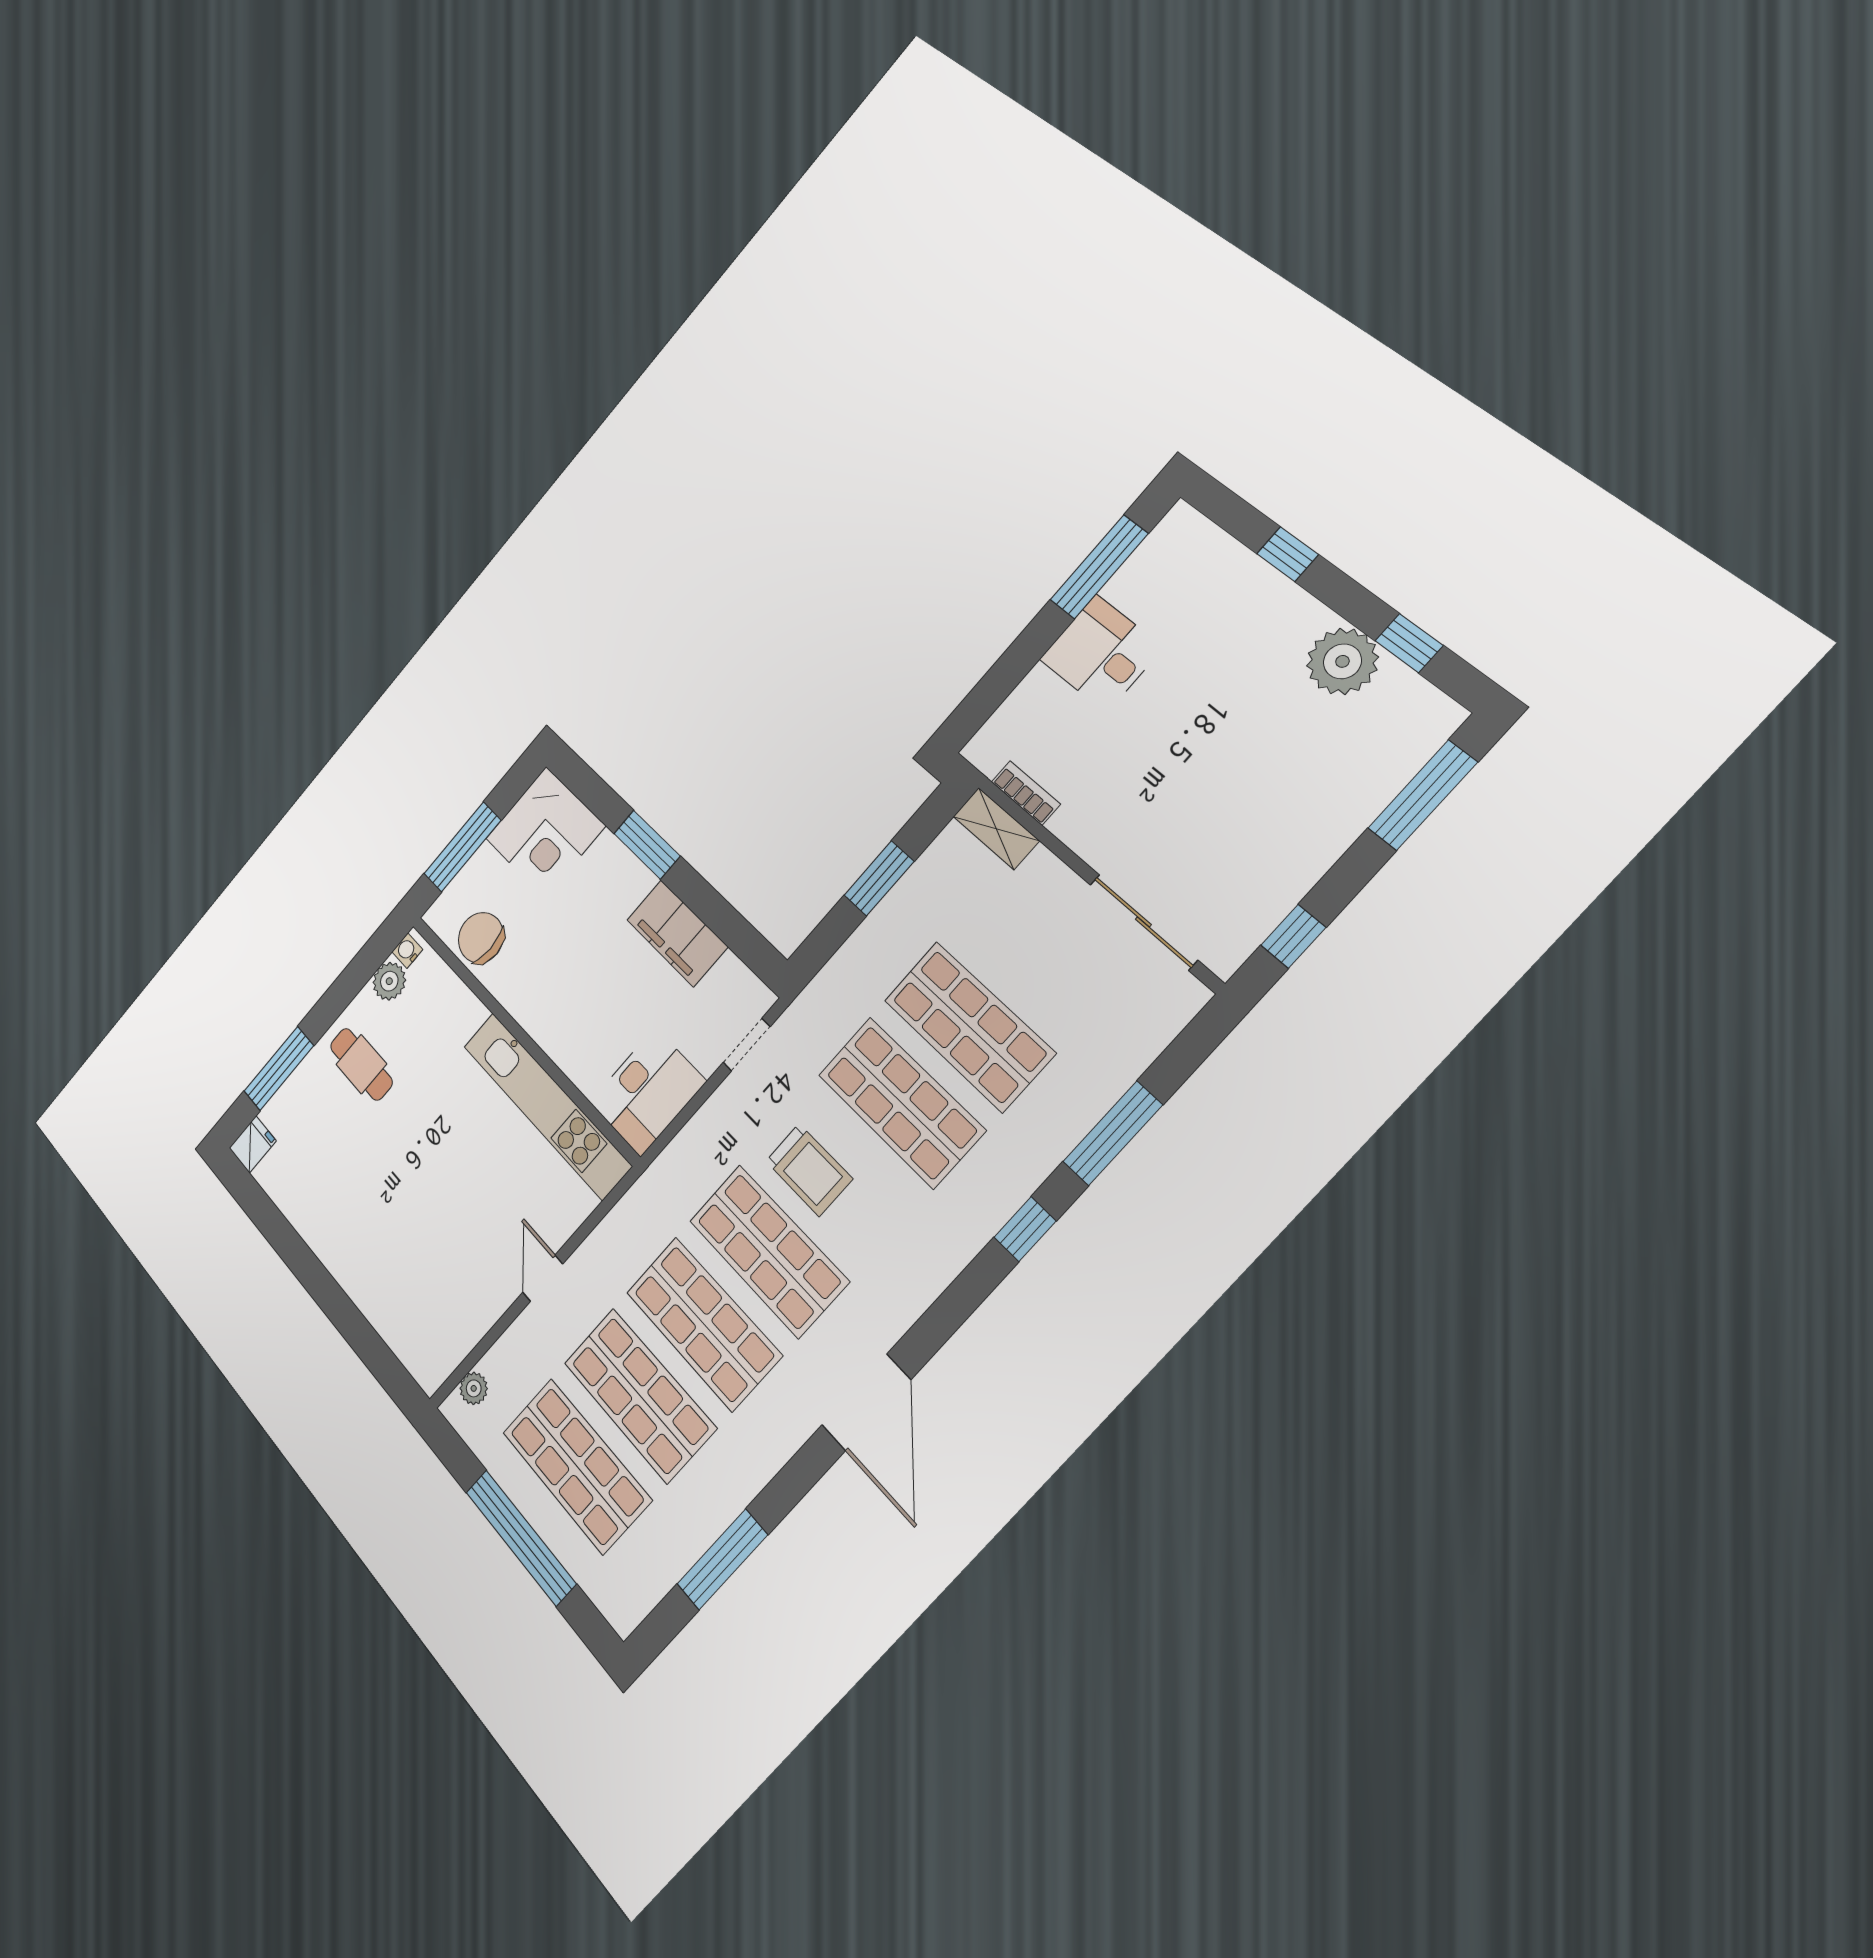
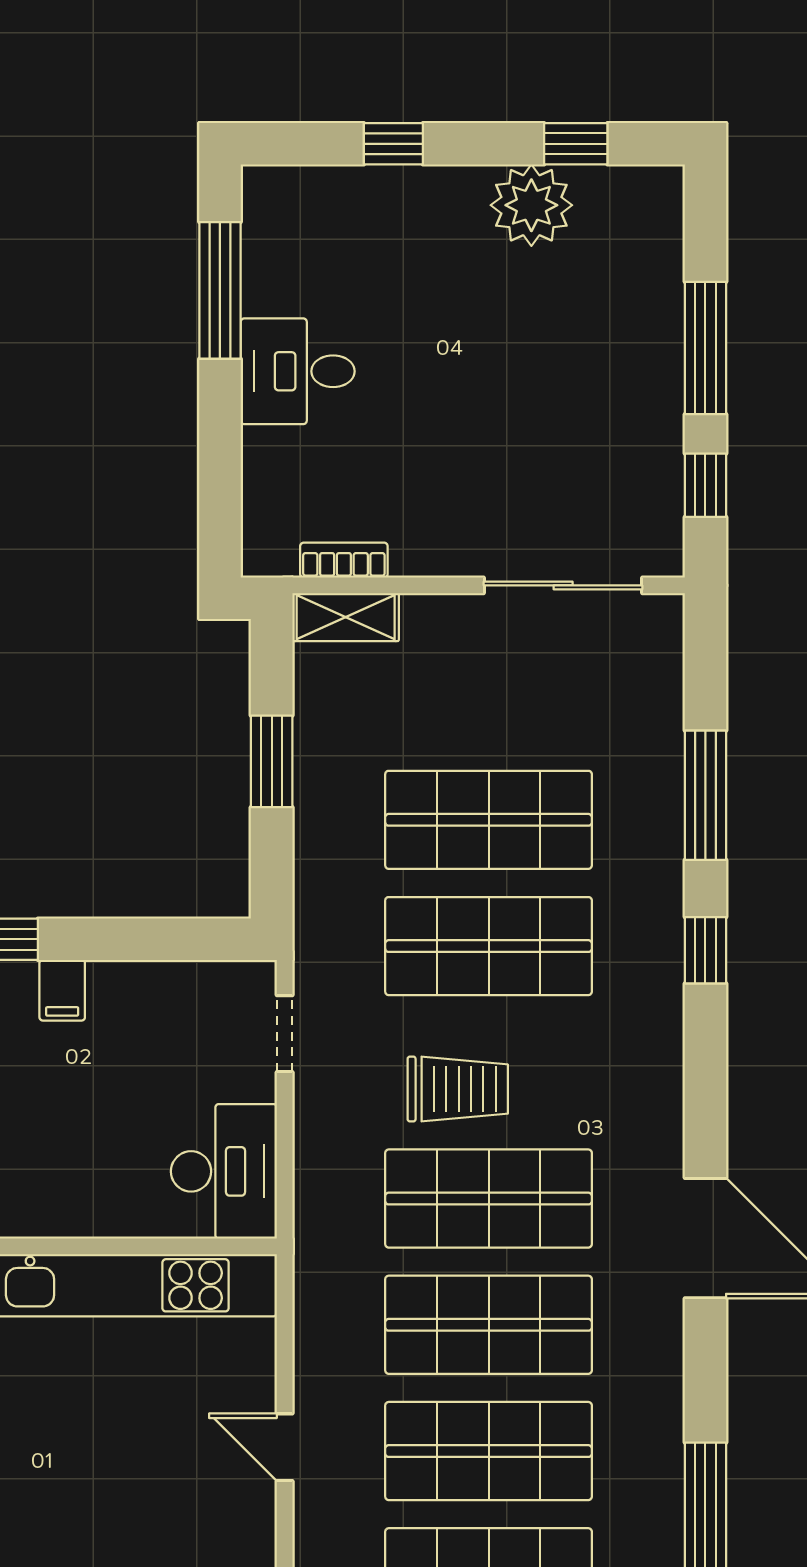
window: (1423, 795) -> (705, 348), moved
filing cabinet: (677, 933) -> (62, 990), width x0.33, depth x0.86

